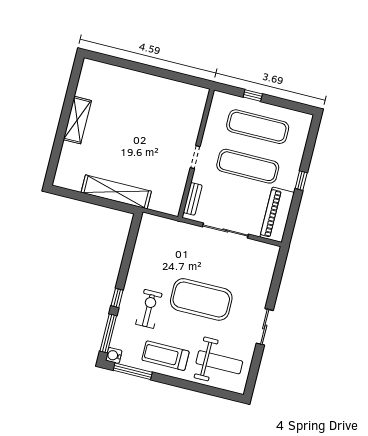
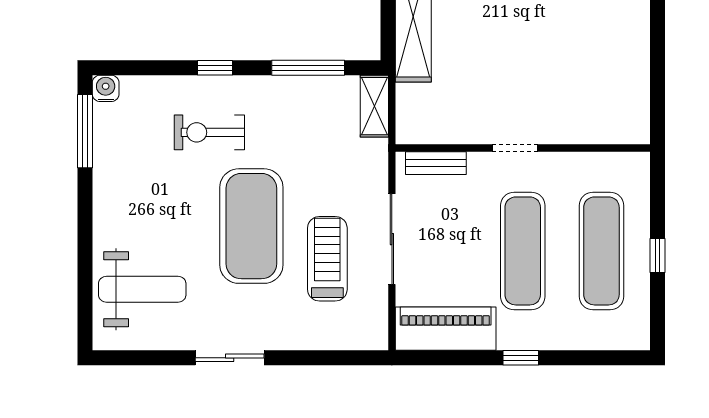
window: (253, 96) -> (657, 256), moved
shelving: (156, 223) -> (374, 106), added
exercise bike: (149, 309) -> (209, 132), turned 180
window: (108, 333) -> (308, 68), moved
treadmill: (165, 356) -> (327, 259), moved
weight bench: (219, 362) -> (142, 289), turned -90

